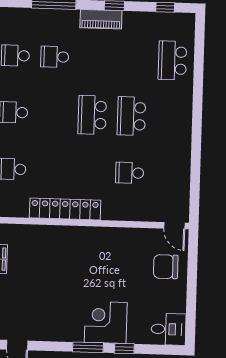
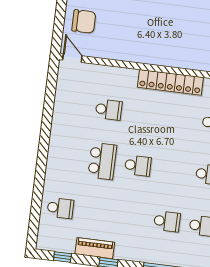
piano: (101, 19) -> (95, 248), moved
school desk: (172, 60) -> (60, 208), width x0.54
school desk: (92, 115) -> (138, 166), width x0.54

